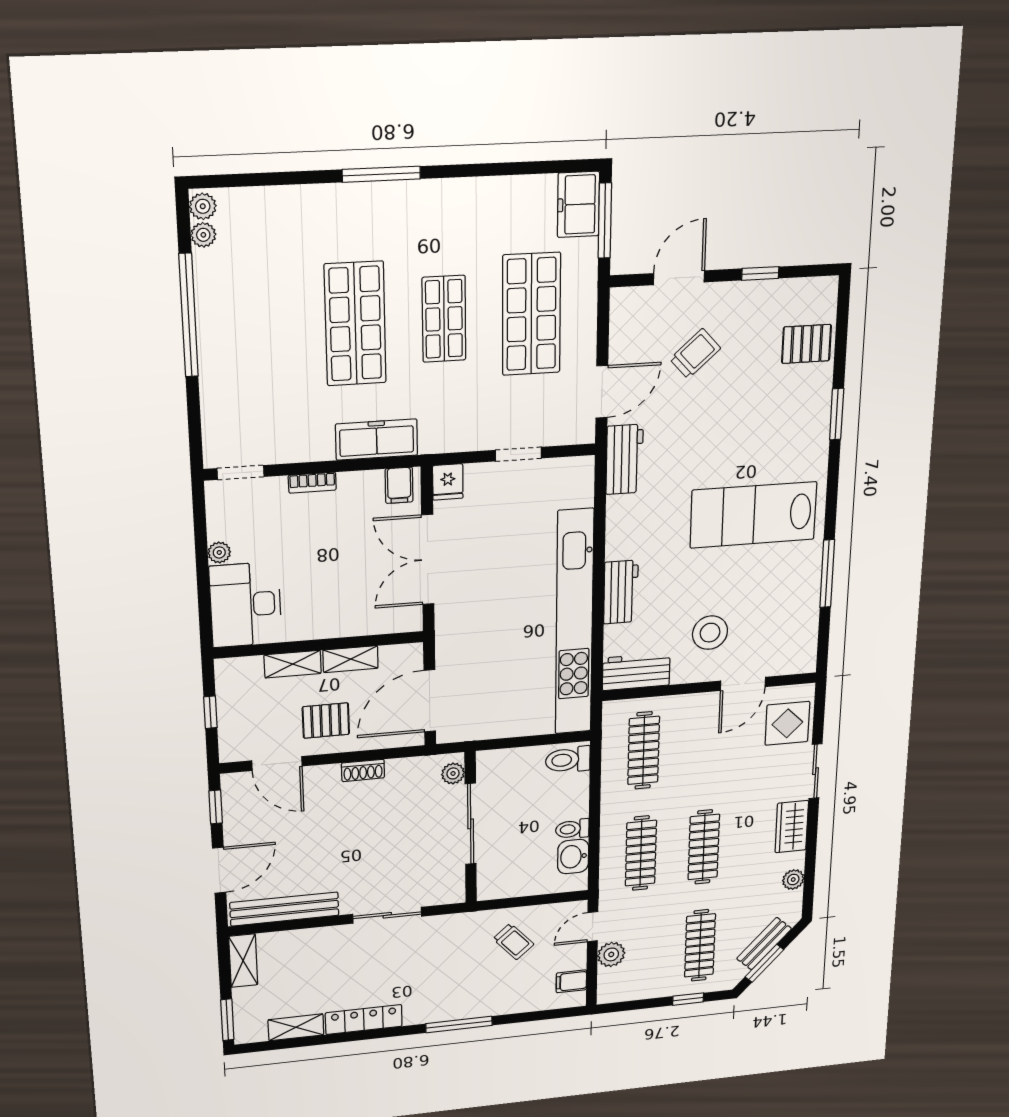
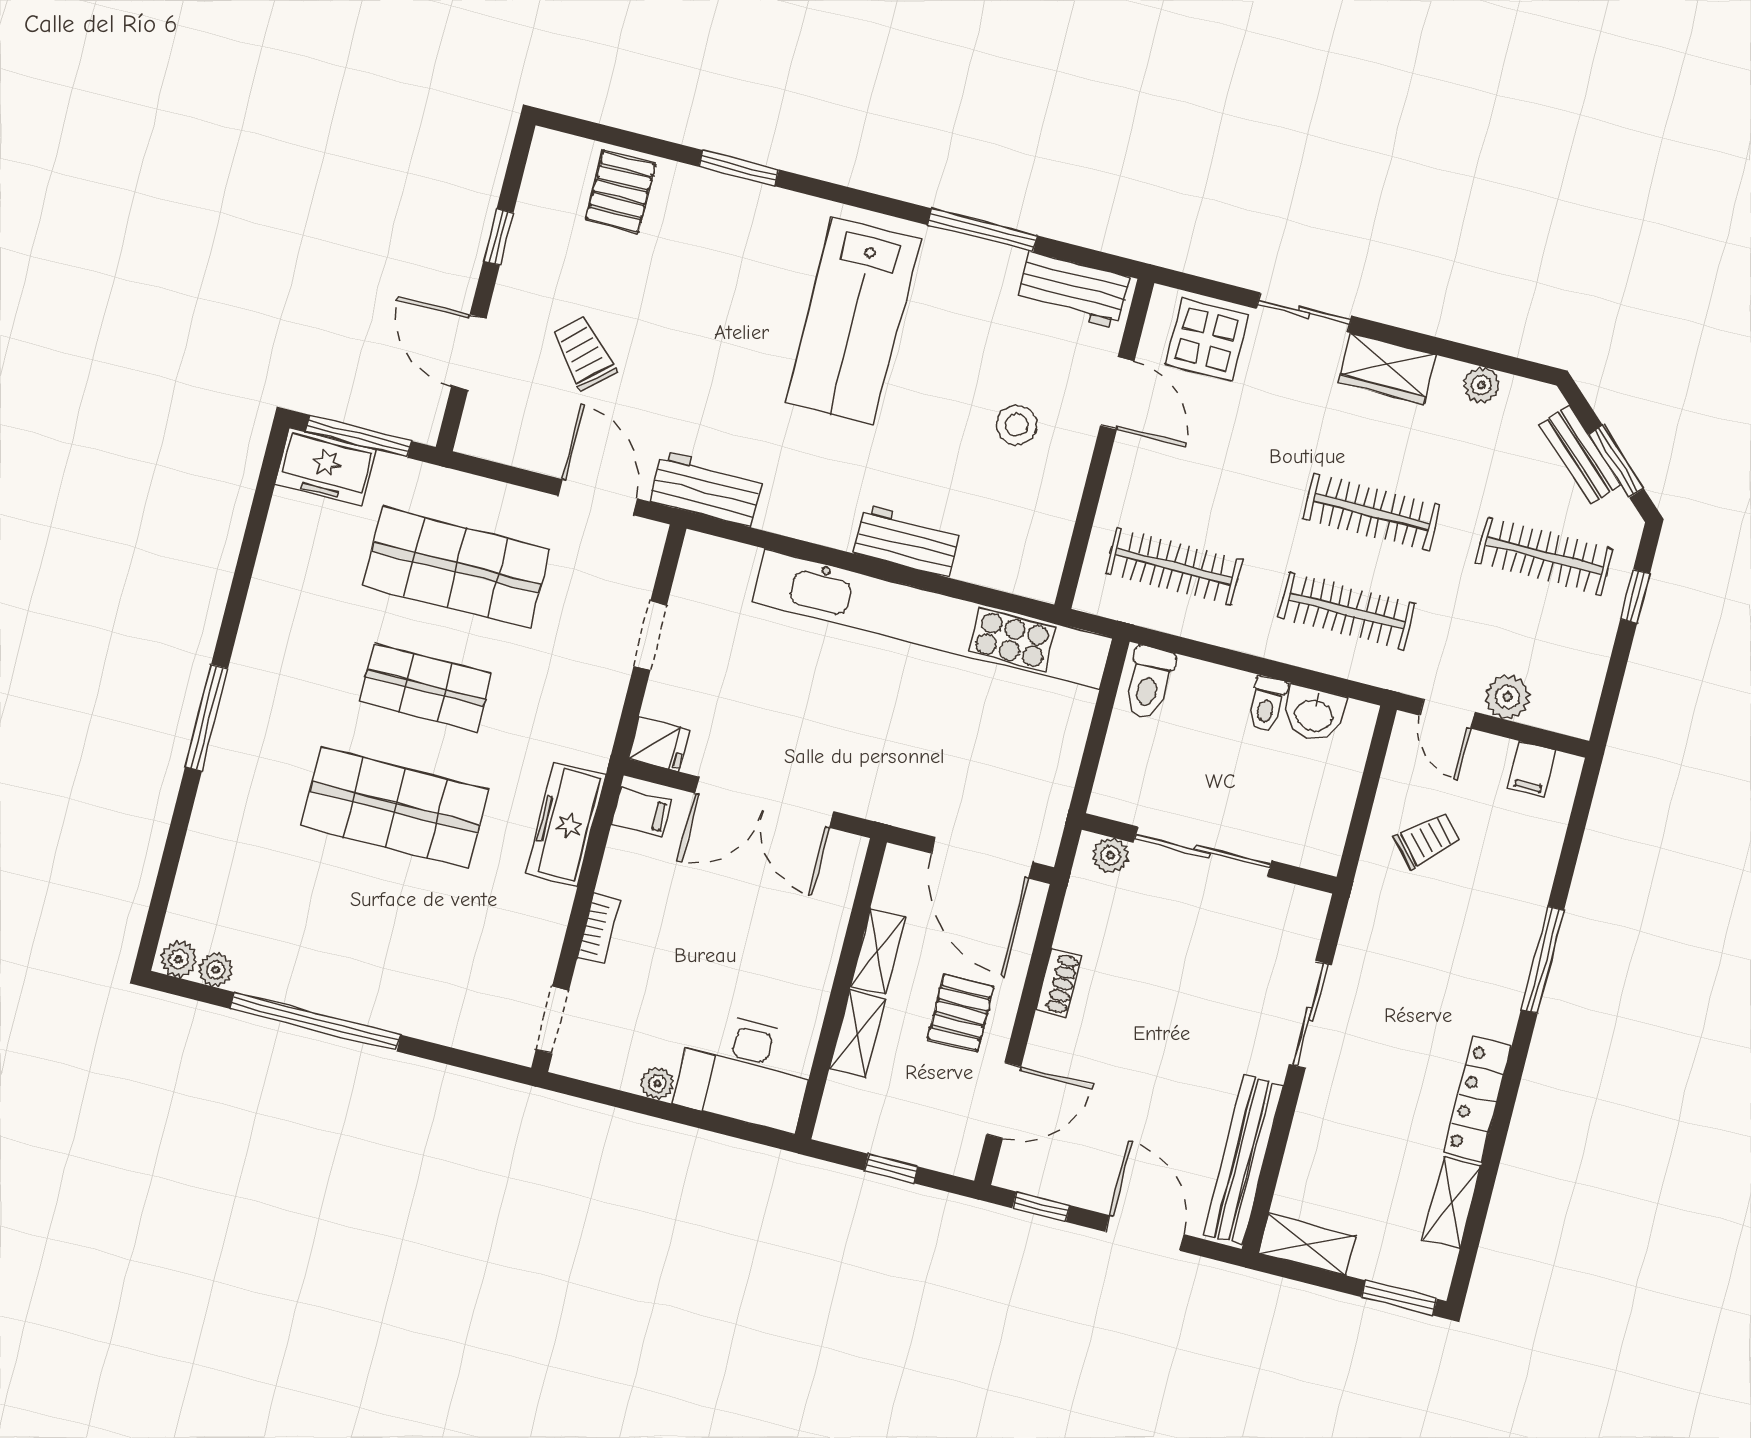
stool: (710, 633) -> (1017, 425), width x0.73, depth x0.73
workbench: (636, 672) -> (1073, 290), moved, turned -90

